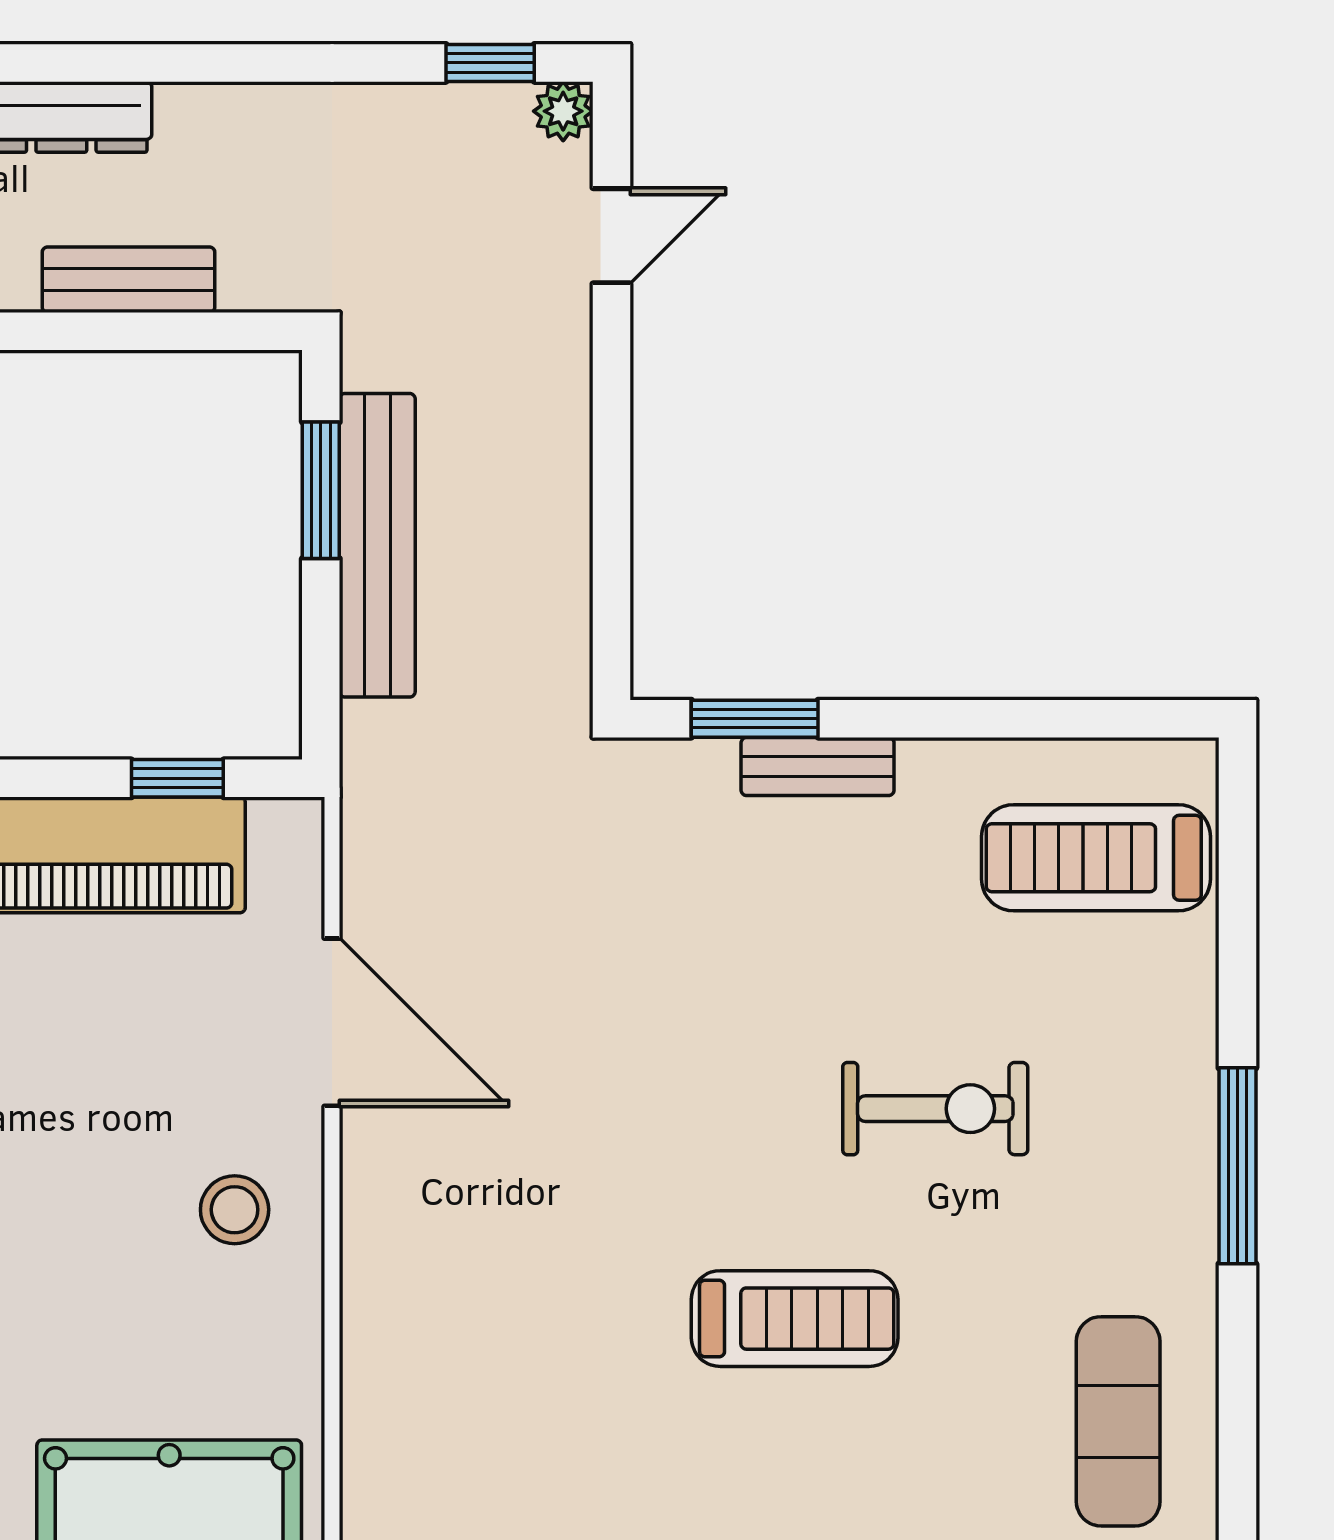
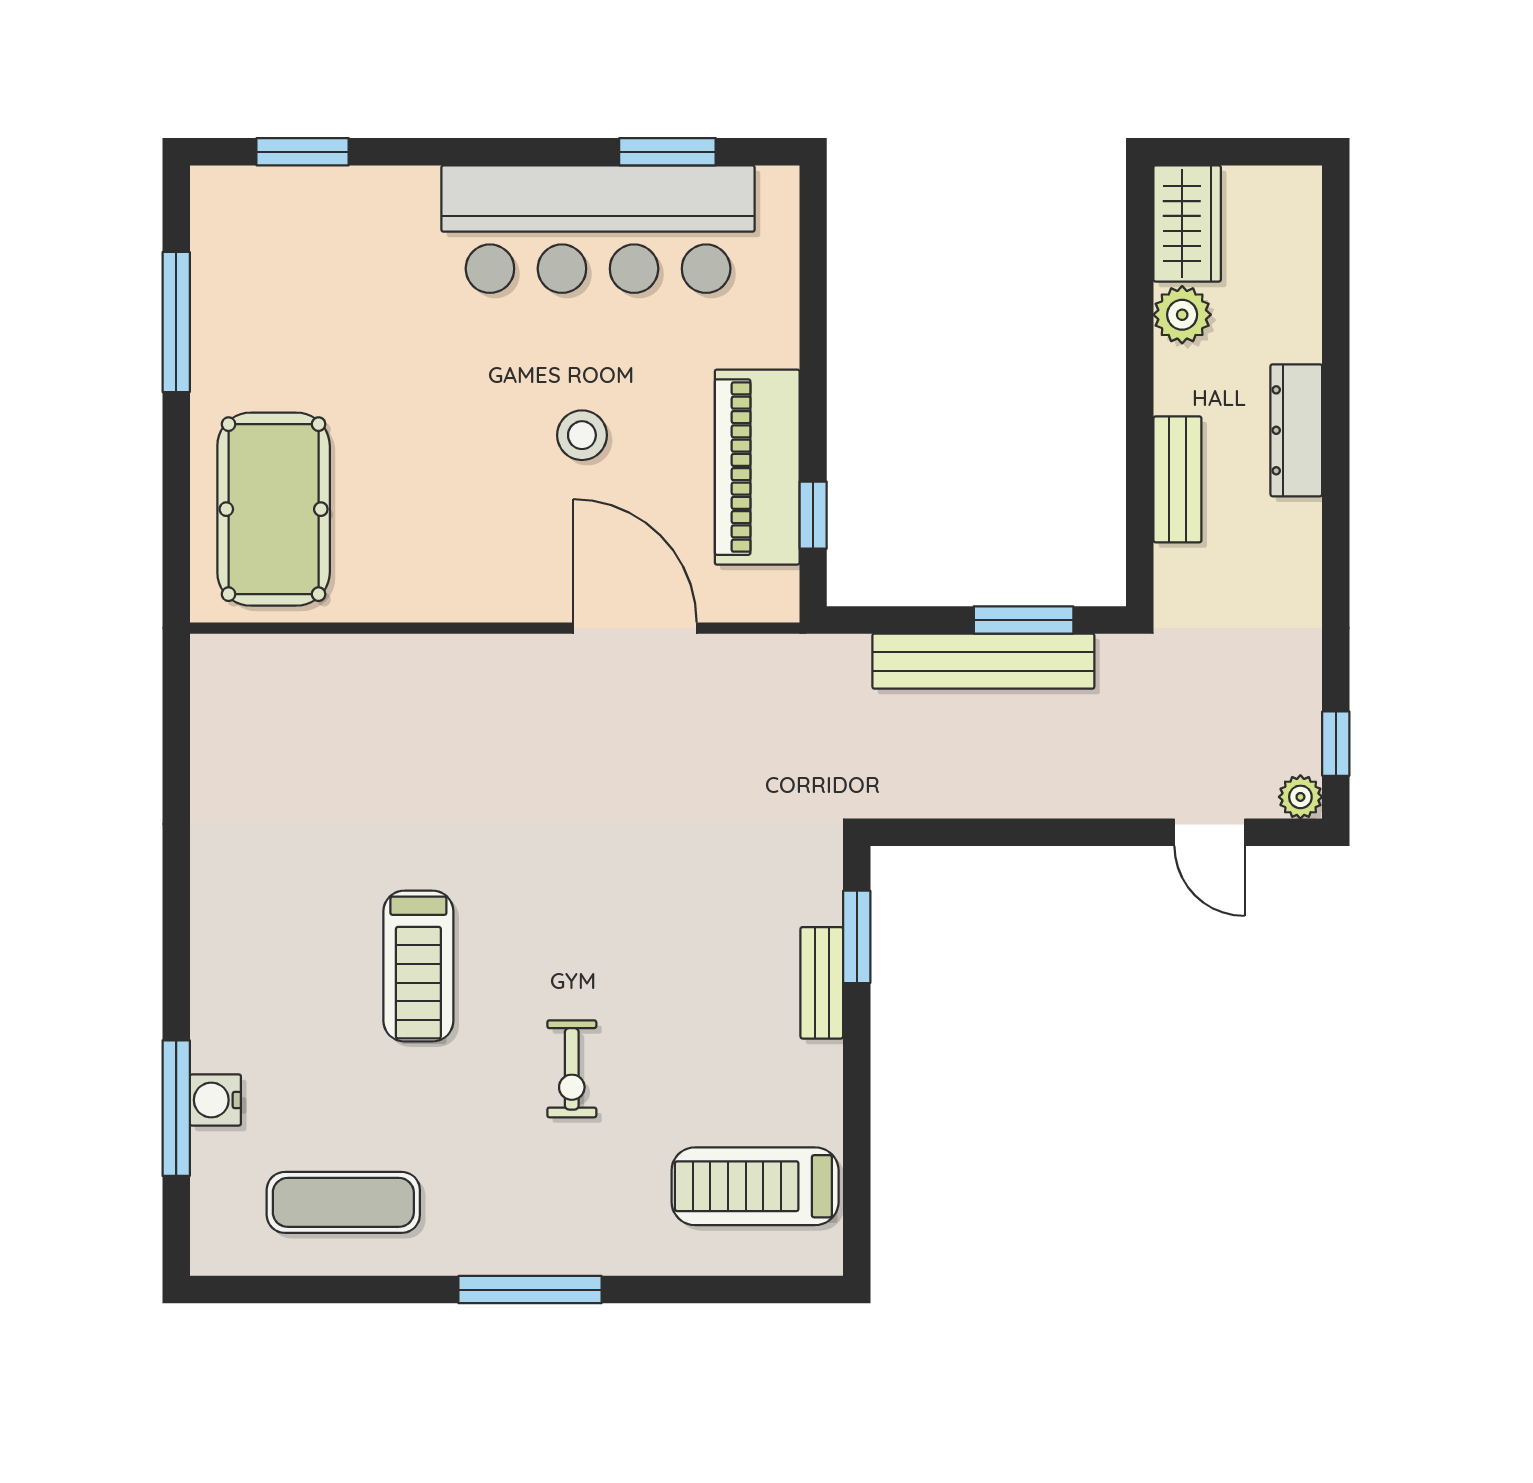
treadmill: (1096, 858) -> (755, 1186), turned -90
door: (332, 1022) -> (635, 628), swing flipped
exercise bike: (935, 1109) -> (572, 1069), width x0.73, depth x0.72
stool: (235, 1210) -> (582, 435), moved

